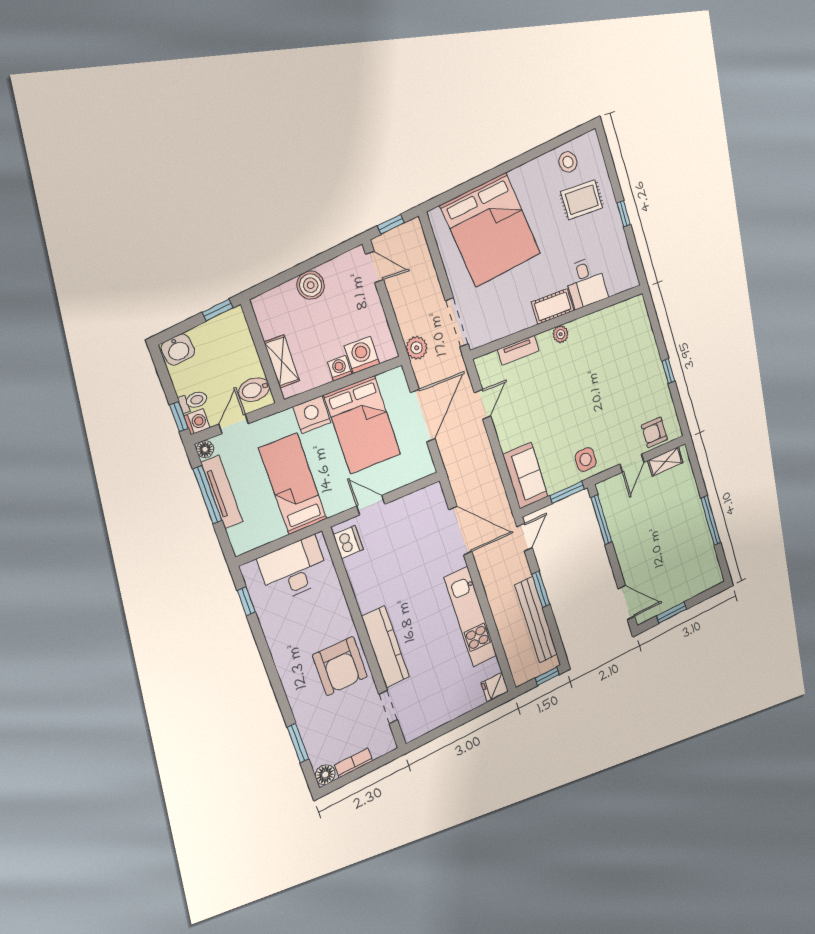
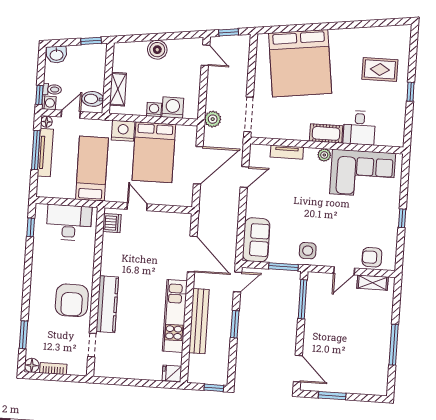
stool: (568, 162) -> (380, 40), removed
corner sofa: (609, 337) -> (363, 173), added
bench: (536, 620) -> (199, 321), moved

